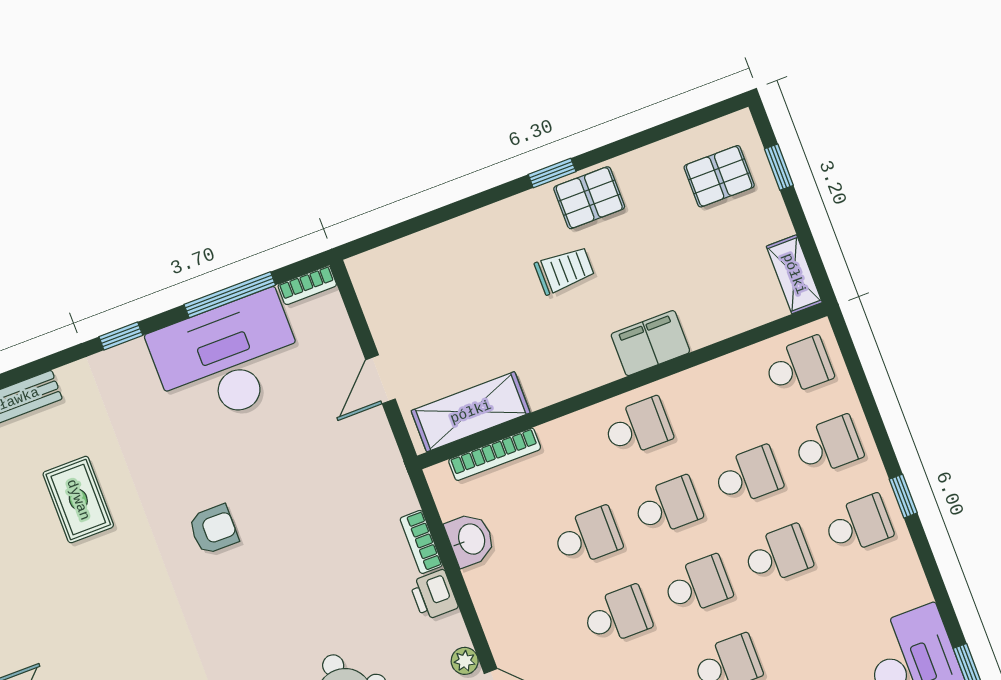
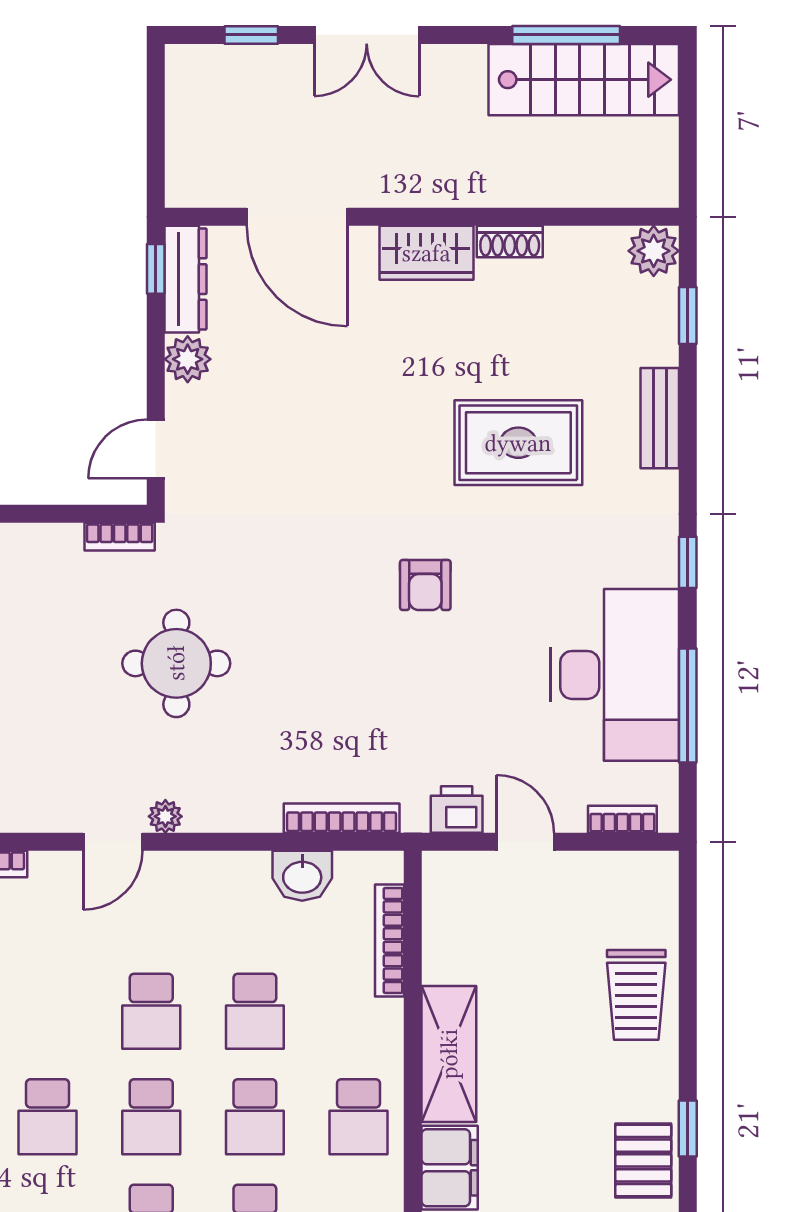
trolley: (564, 270) -> (636, 995), moved, width x1.36, depth x1.39
bookcase: (307, 285) -> (622, 819), moved, turned 90
shelving: (471, 412) -> (449, 1054), moved
rug: (78, 500) -> (518, 443), width x1.36, depth x1.43
bookcase: (421, 542) -> (342, 818), width x1.56
printer: (434, 595) -> (457, 810), moved

